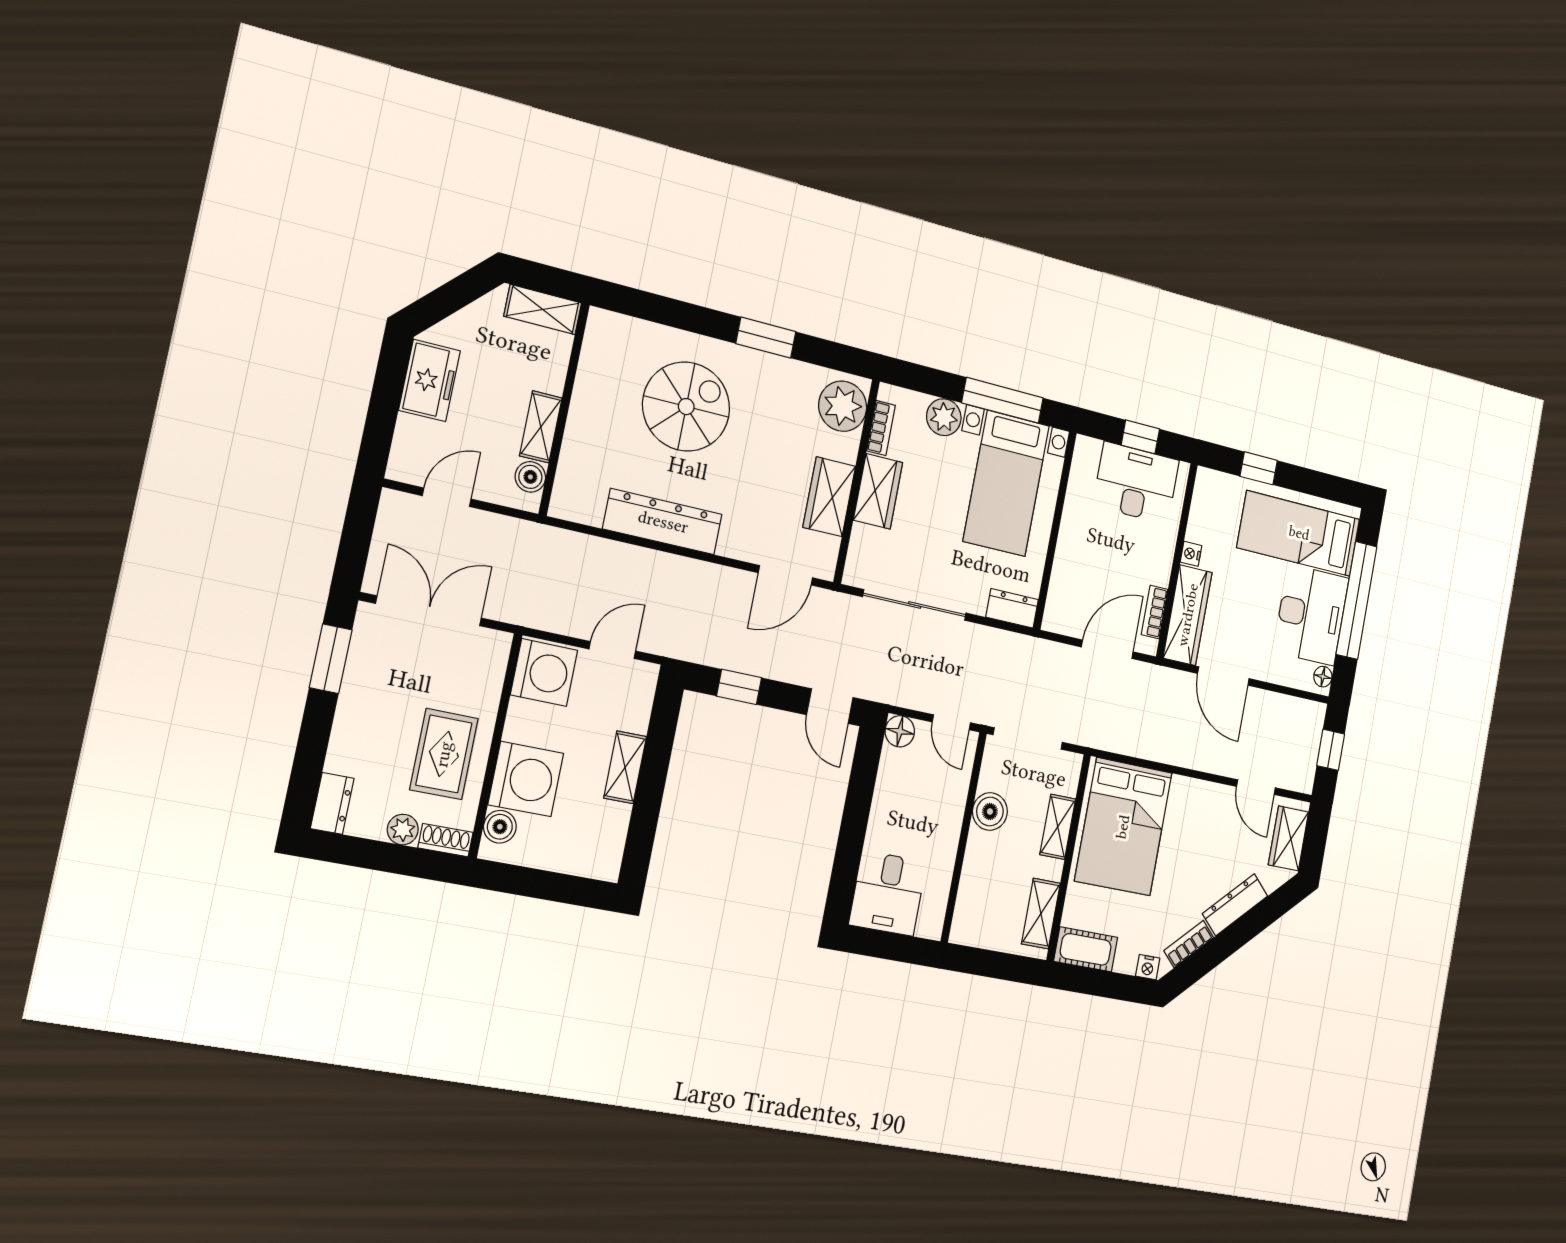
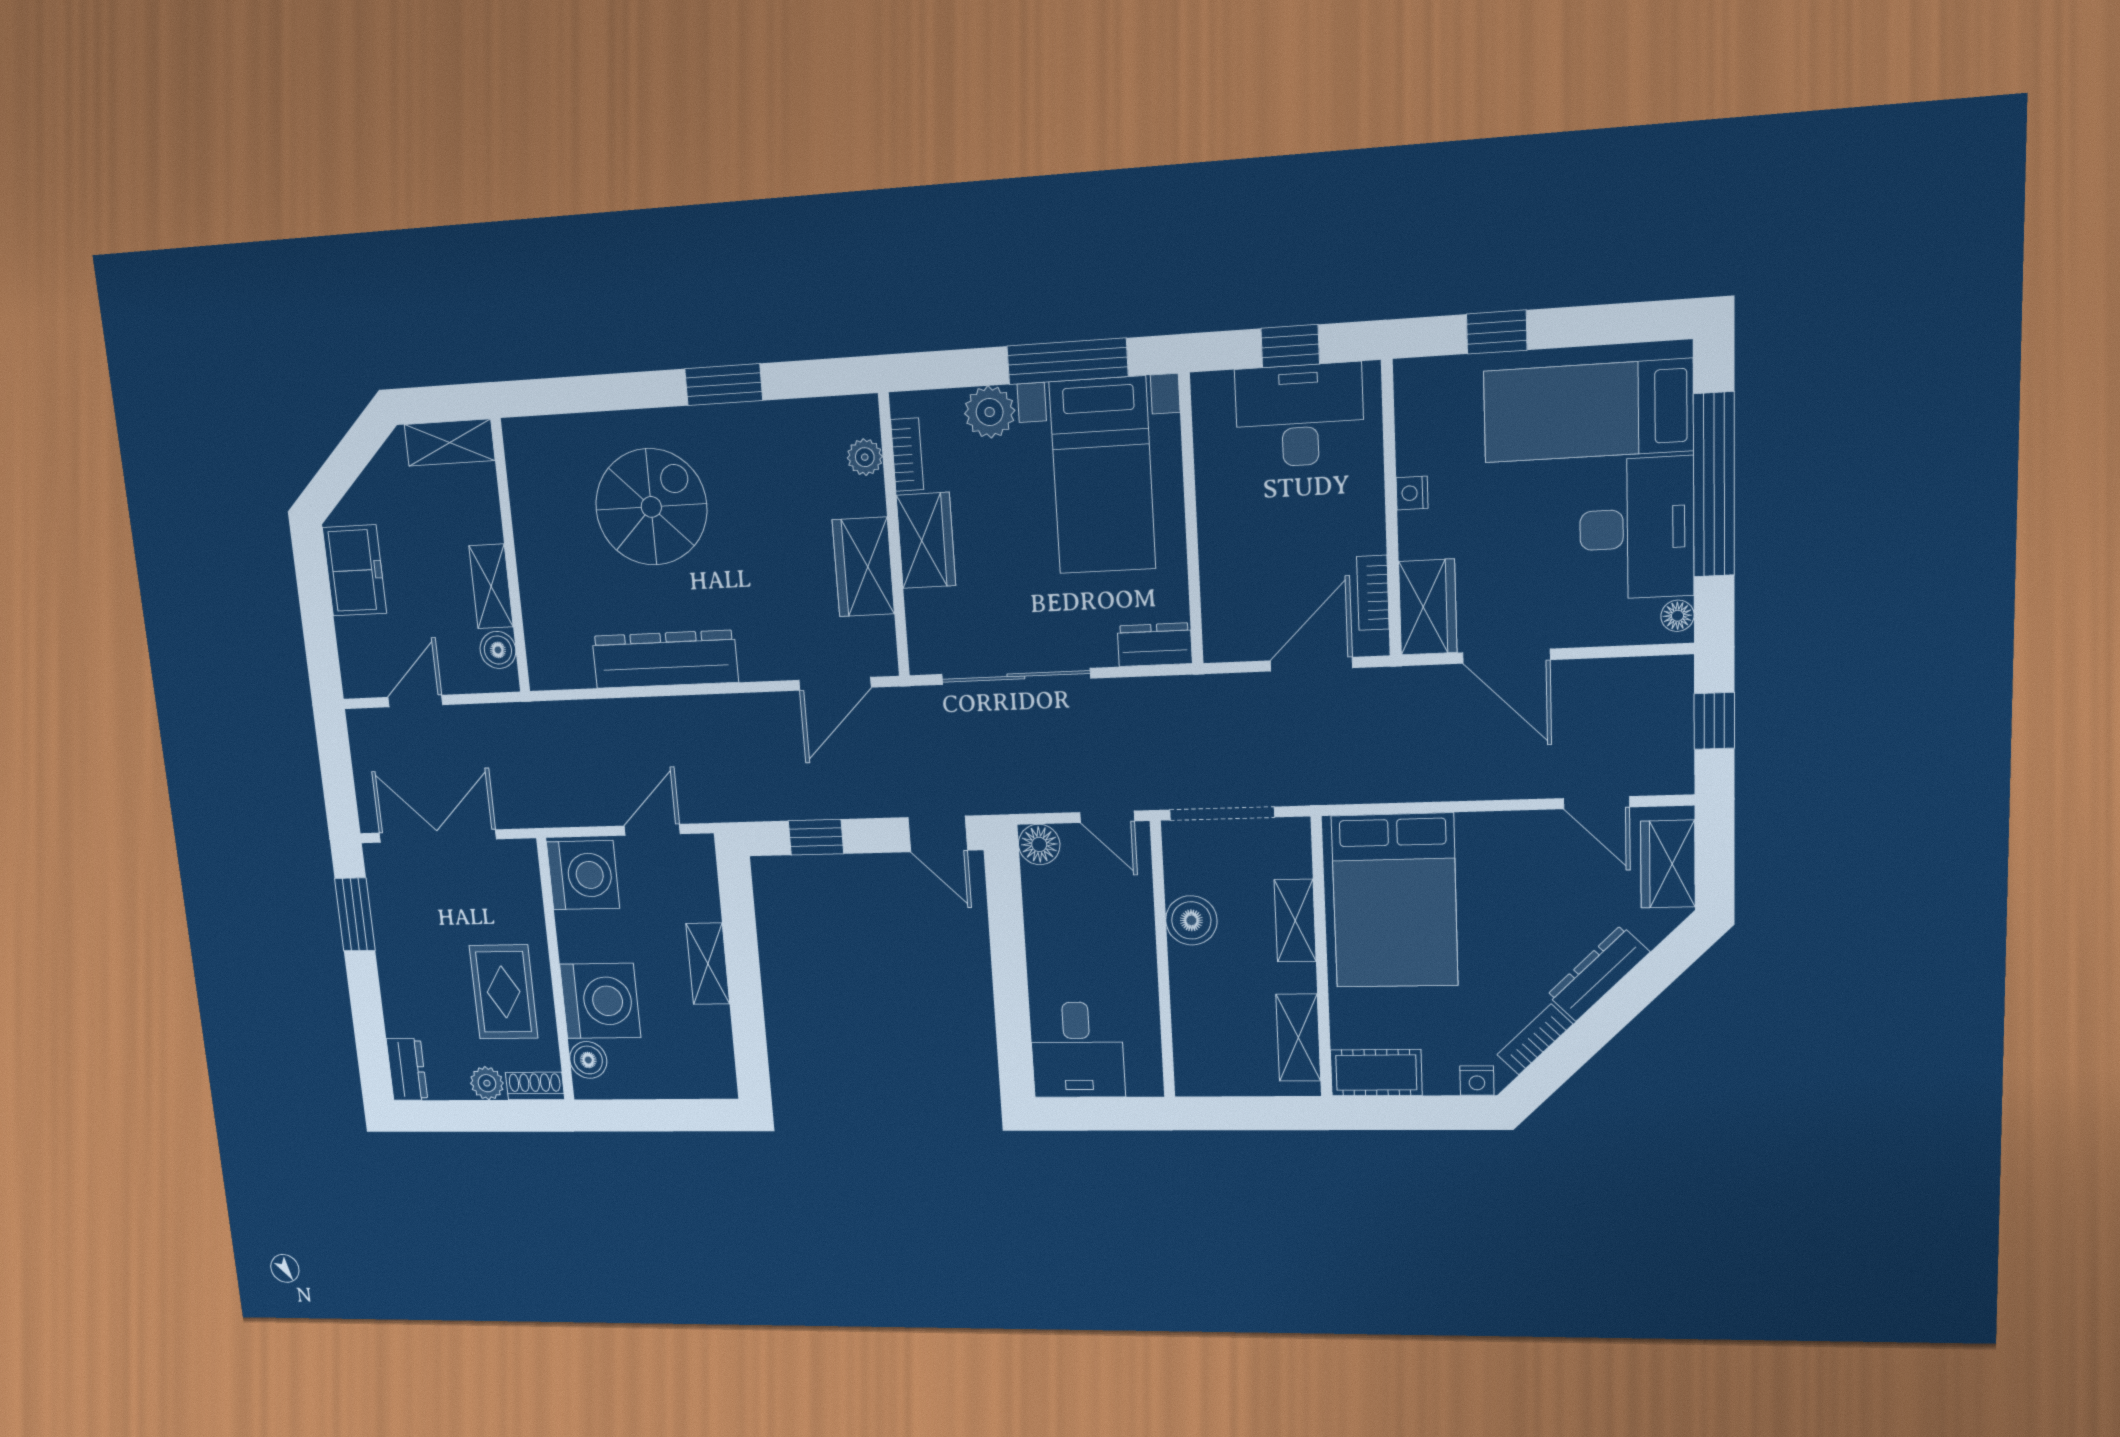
plant: (843, 406) -> (865, 457), width x0.53, depth x0.53
wardrobe: (1188, 615) -> (1428, 607), width x0.67

